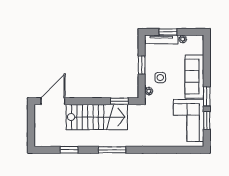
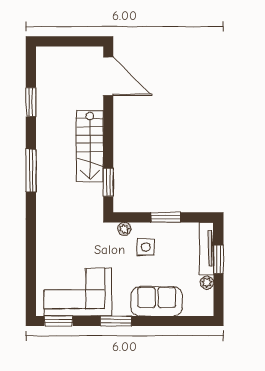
sofa: (194, 77) -> (157, 301), width x0.73
stairs: (97, 117) -> (90, 146), width x0.73, depth x0.66
window: (207, 120) -> (59, 321), moved

